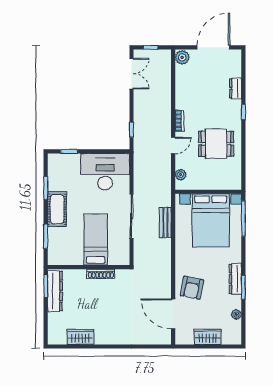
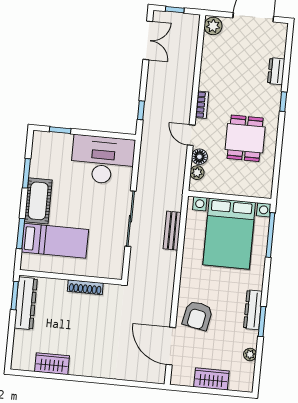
dining table: (216, 144) -> (245, 138), turned 90
door: (173, 145) -> (191, 135), swing flipped
floor lamp: (181, 162) -> (199, 157), added
bed: (96, 240) -> (55, 241), moved, turned 90

